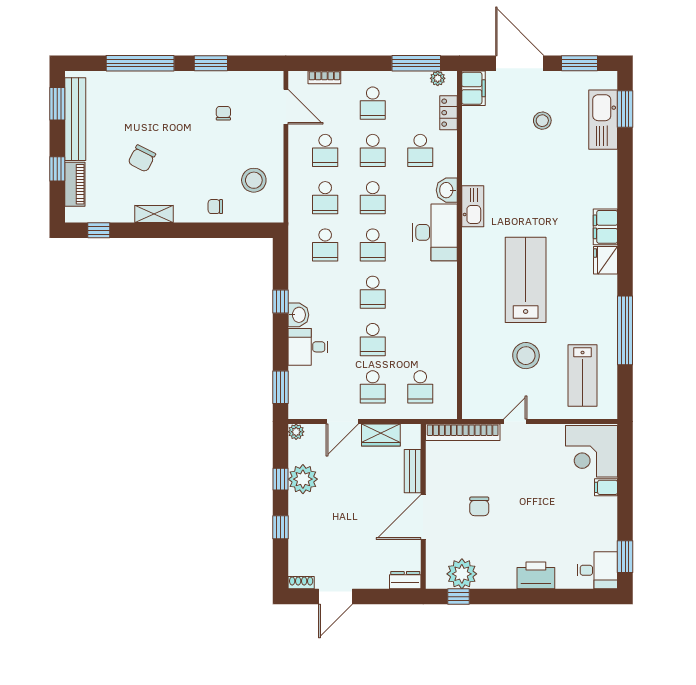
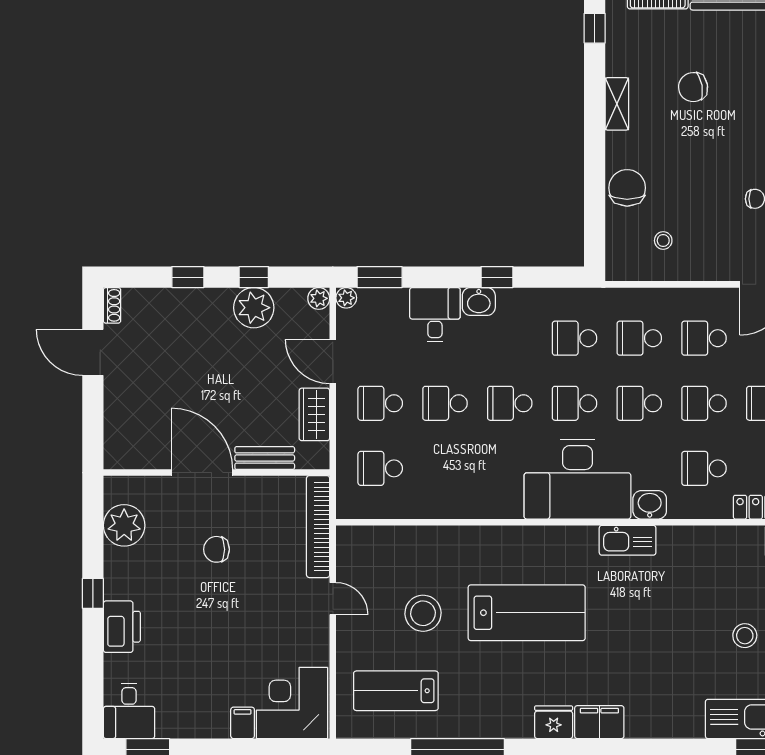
chair: (142, 158) -> (693, 87), turned -37
stool: (254, 180) -> (663, 241), width x0.53, depth x0.53
chair: (215, 207) -> (627, 188), width x1.87, depth x1.87
desk: (435, 232) -> (577, 479), width x1.36, depth x1.30
plant: (296, 412) -> (346, 298), added
dresser: (405, 580) -> (115, 448), removed
window: (459, 597) -> (93, 593), moved

